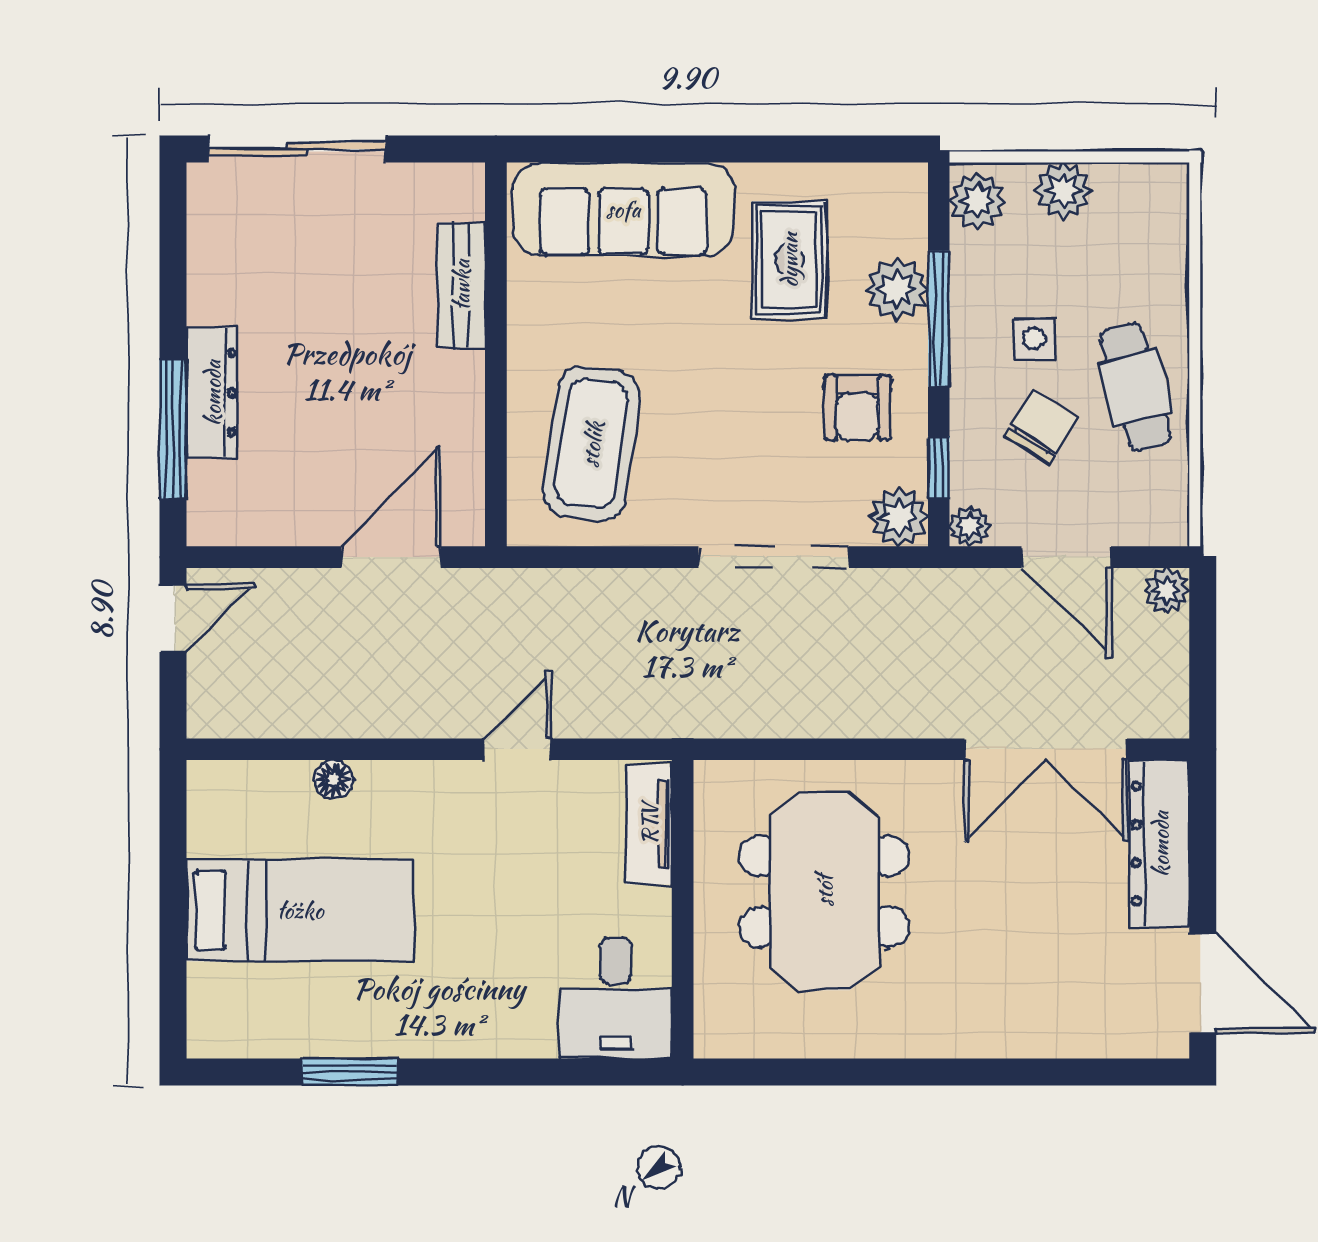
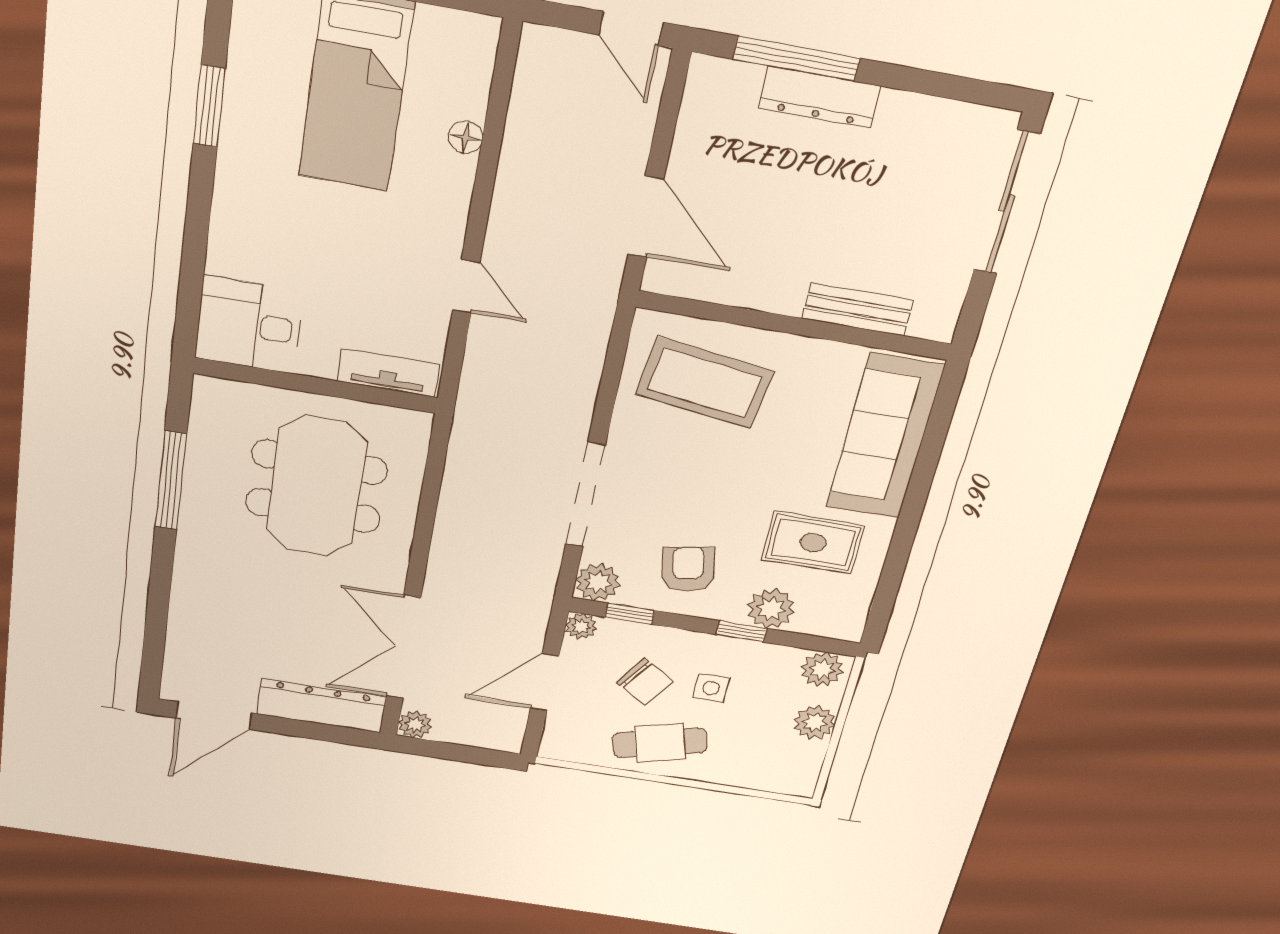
window: (939, 319) -> (742, 632), width x0.46
armchair: (858, 407) -> (688, 569), turned 80
plant: (1167, 590) -> (415, 724), moved
meeting table: (824, 891) -> (316, 486), turned 90
window: (850, 1072) -> (171, 481), added

